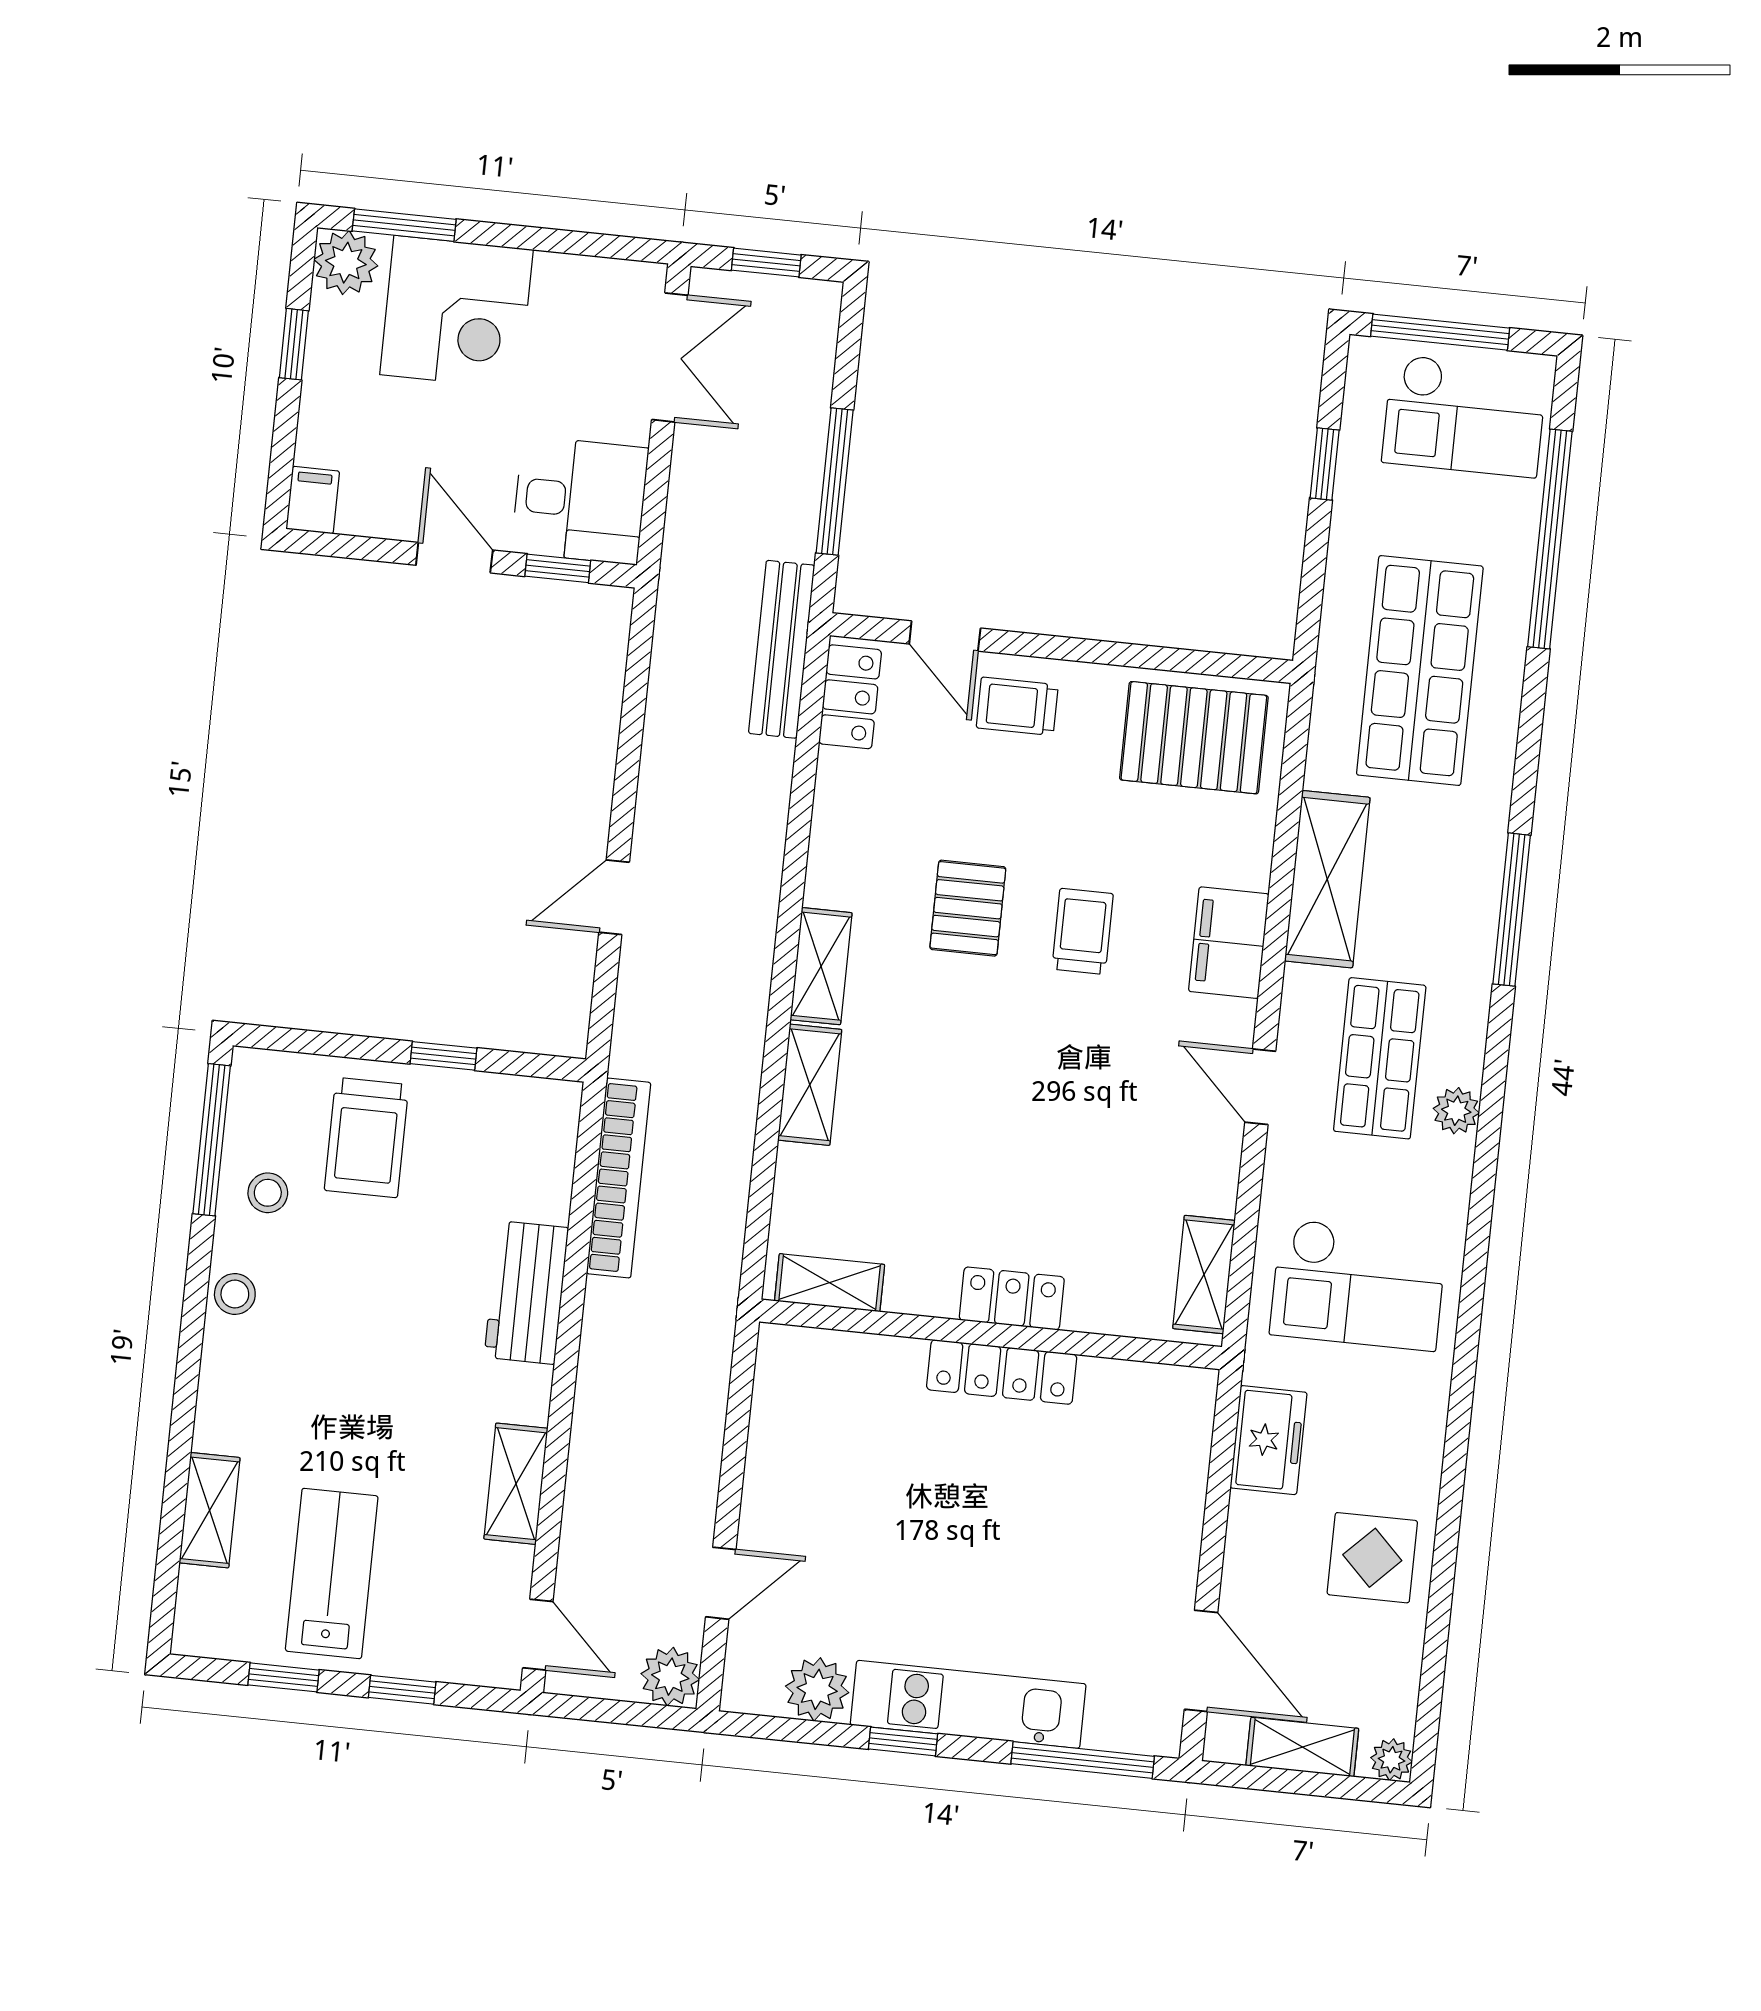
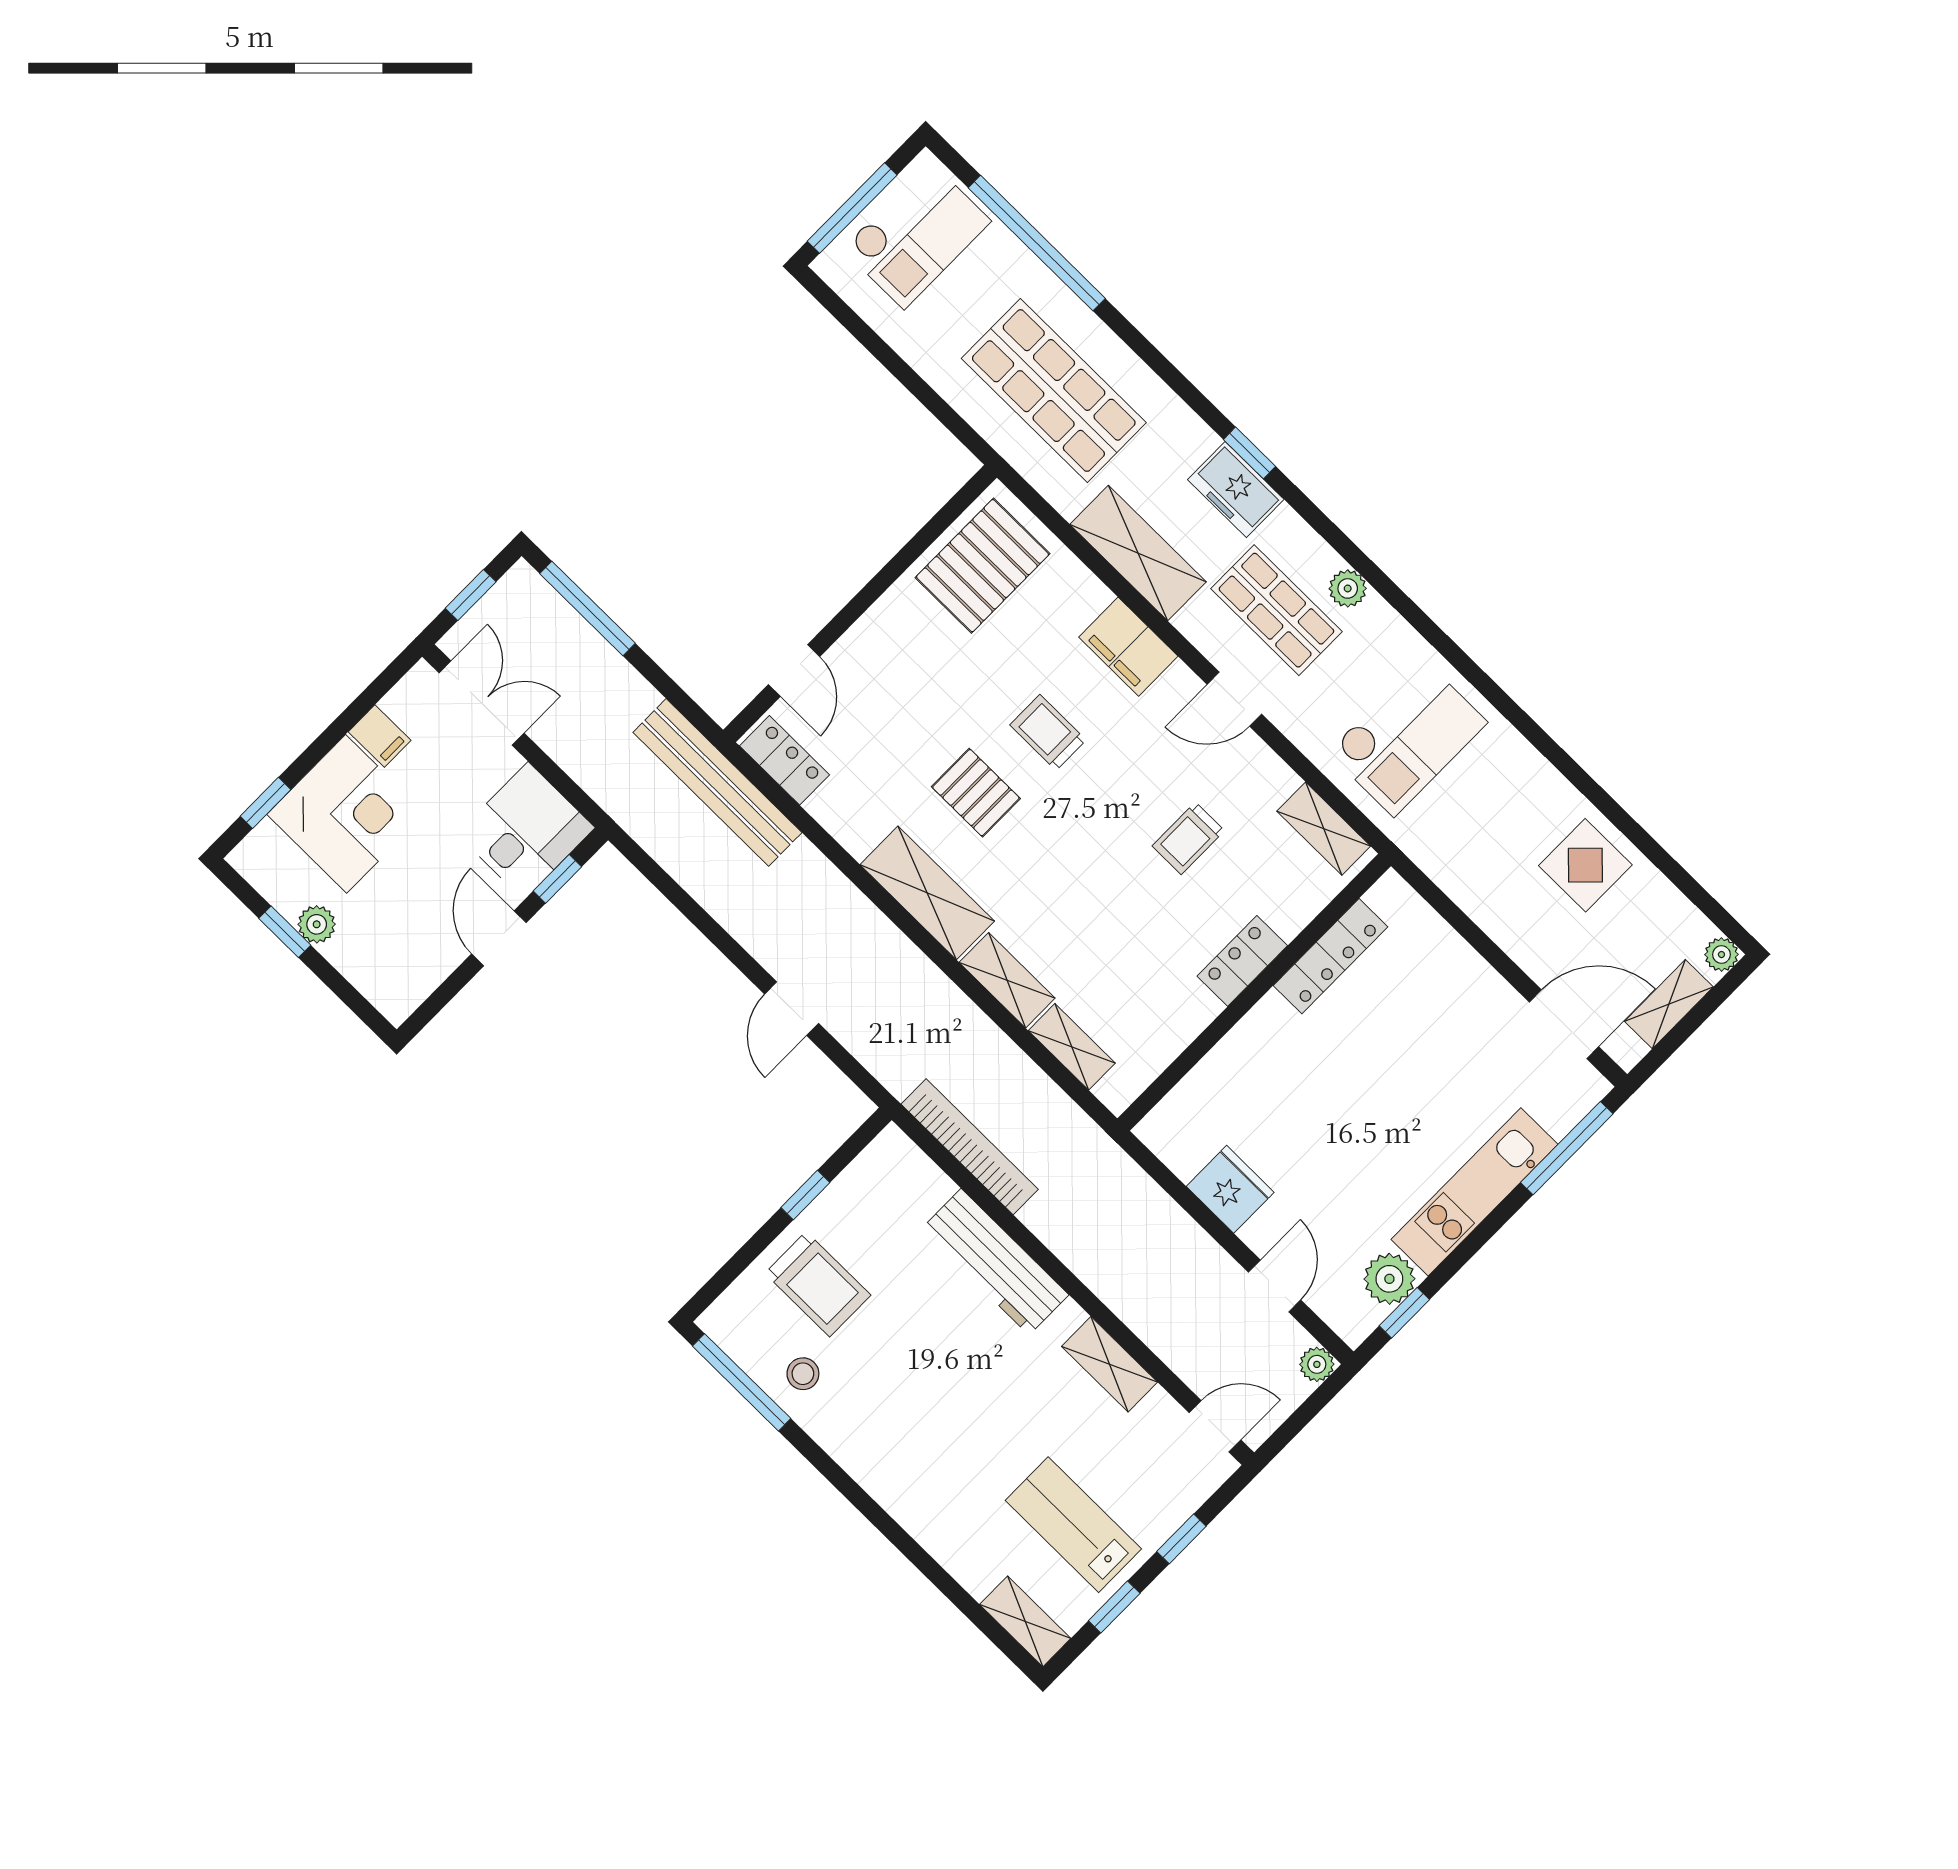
window: (404, 225) -> (265, 803), width x0.67
plant: (346, 263) -> (317, 924), moved, width x0.73, depth x0.73
window: (1325, 464) -> (877, 346), removed
window: (835, 481) -> (587, 608), moved
filing cabinet: (313, 500) -> (380, 736), moved, turned 180
door: (454, 558) -> (499, 938), hinge flipped
door: (945, 636) -> (794, 671), hinge flipped
bench: (782, 649) -> (717, 782), width x1.37, depth x1.21
trolley: (1017, 706) -> (1188, 838), moved
window: (1512, 910) -> (1250, 453), width x0.46
shelving: (821, 966) -> (927, 893), width x1.50, depth x1.33
shelving: (830, 1283) -> (1072, 1047), moved, turned 90
workbench: (526, 1292) -> (995, 1262), width x1.38
stool: (235, 1294) -> (850, 1445), removed
locker: (1002, 1372) -> (1331, 956), moved
freezer: (1269, 1440) -> (1236, 490), moved, turned 180
fridge: (780, 1465) -> (1230, 1189), added
shelving: (210, 1510) -> (1025, 1621), moved
plant: (670, 1677) -> (1317, 1364), width x0.73, depth x0.73
window: (903, 1741) -> (1404, 1313), moved

